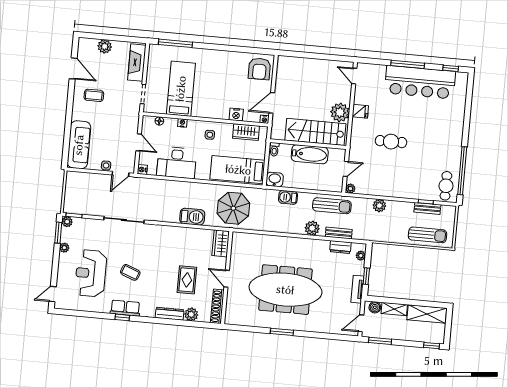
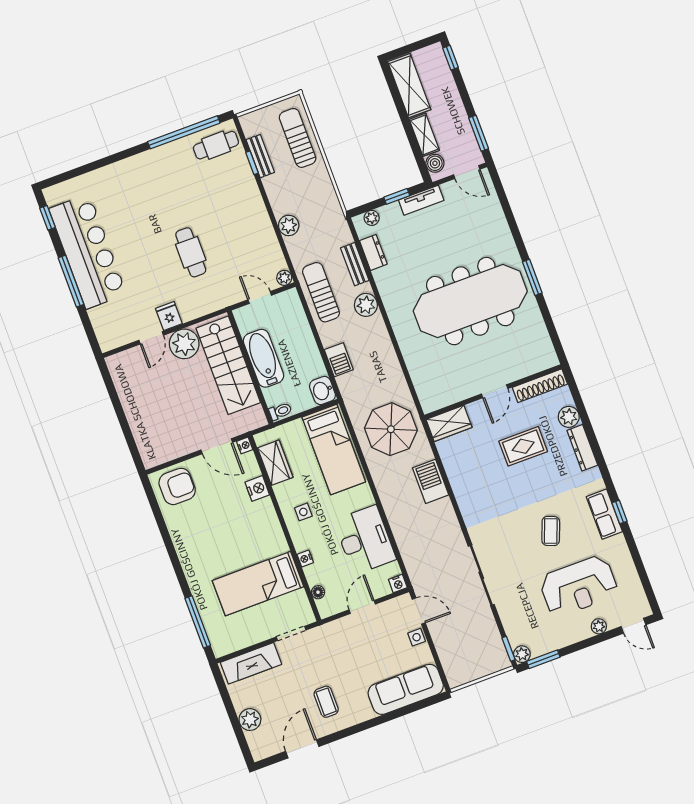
door: (354, 76) -> (151, 338), moved
plant: (64, 248) -> (599, 626), moved
meeting table: (285, 290) -> (470, 301), turned 90

